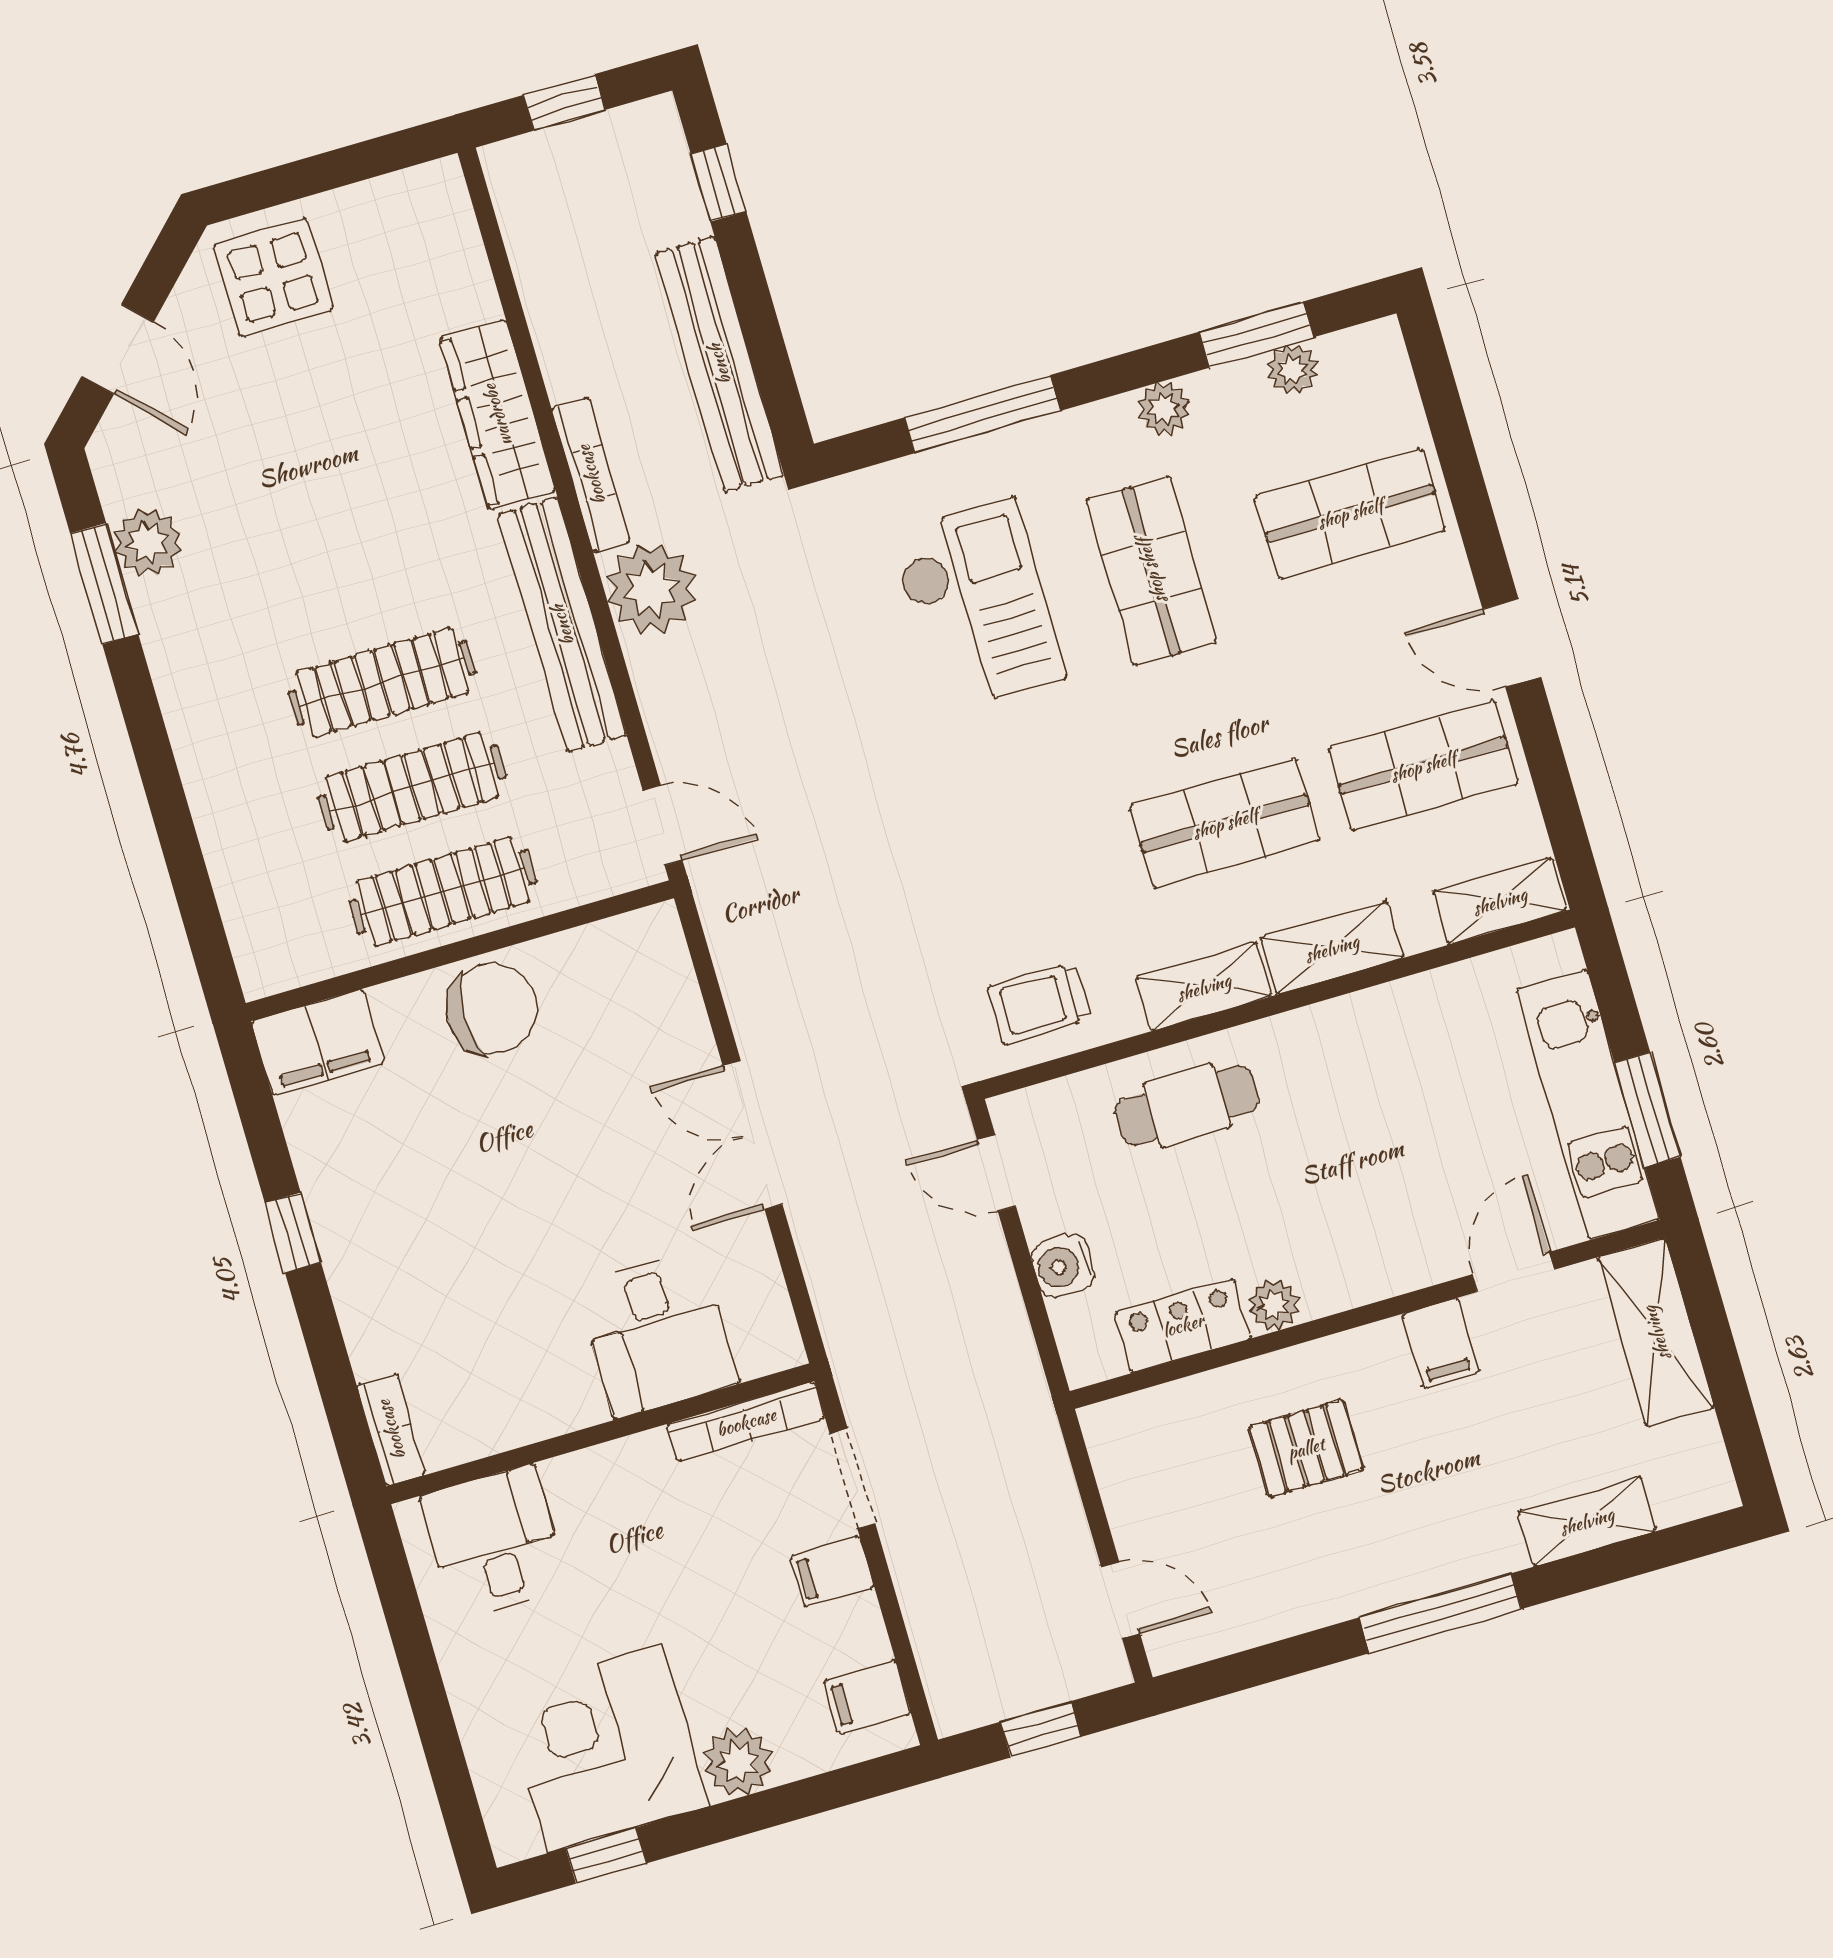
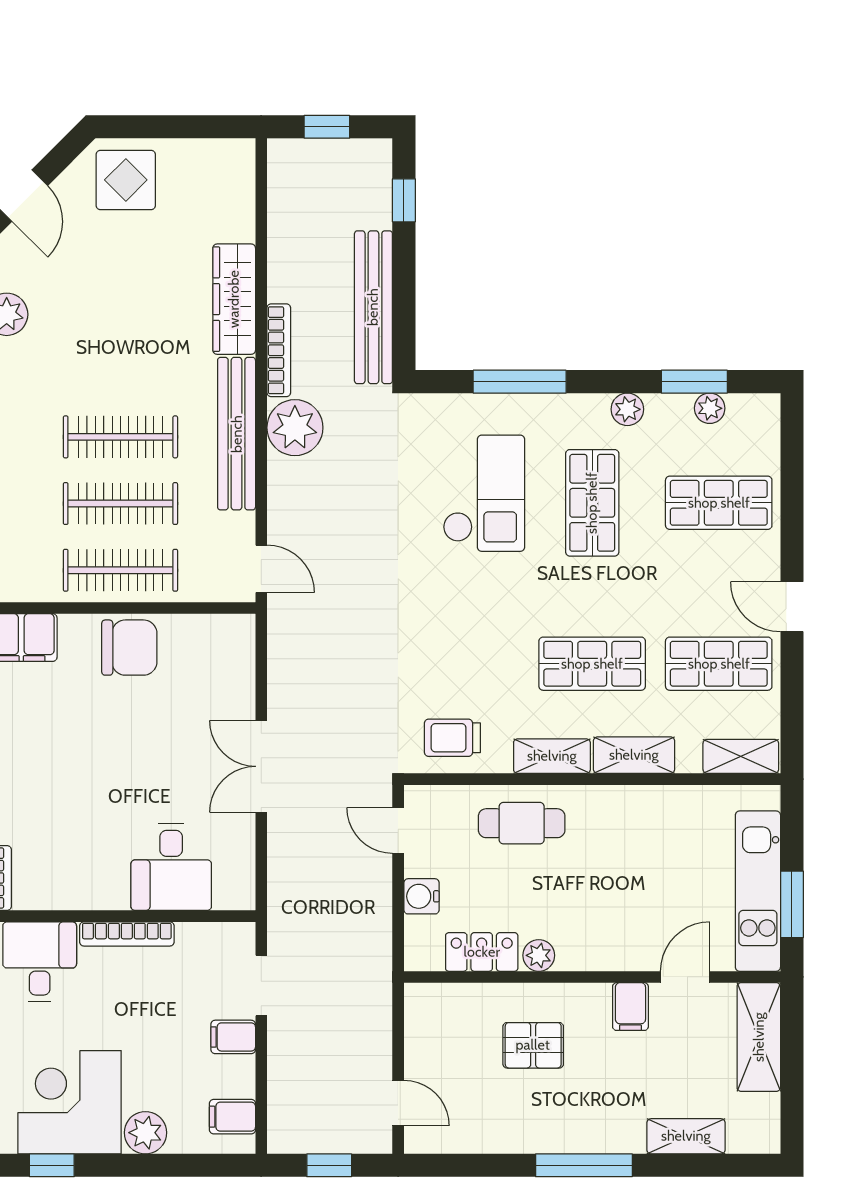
bookcase: (746, 1422) -> (127, 934), moved

